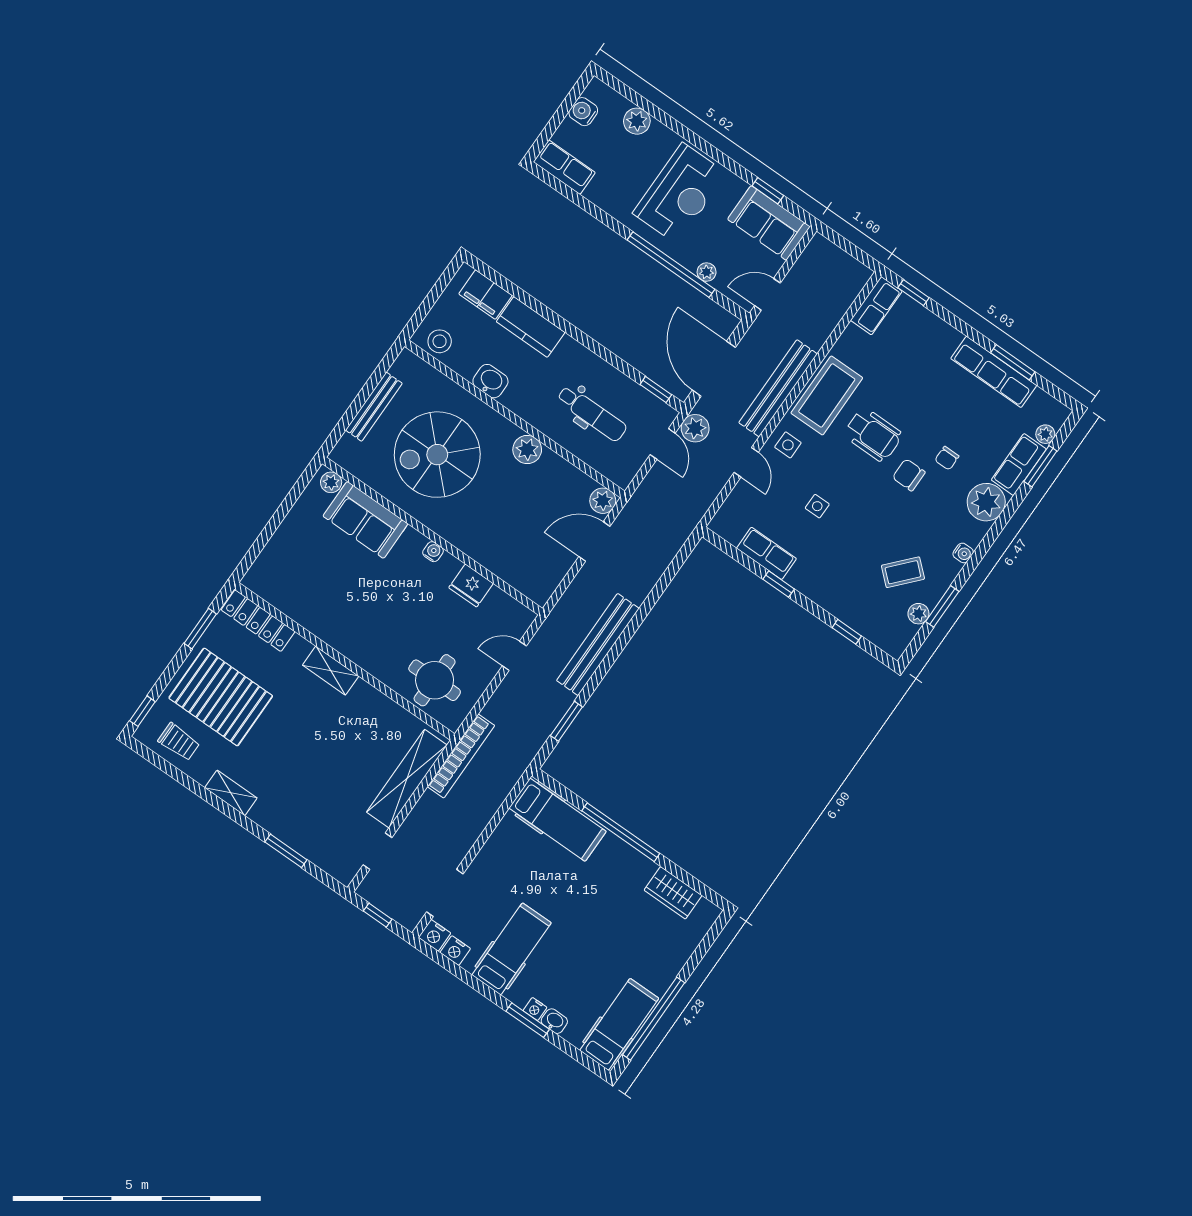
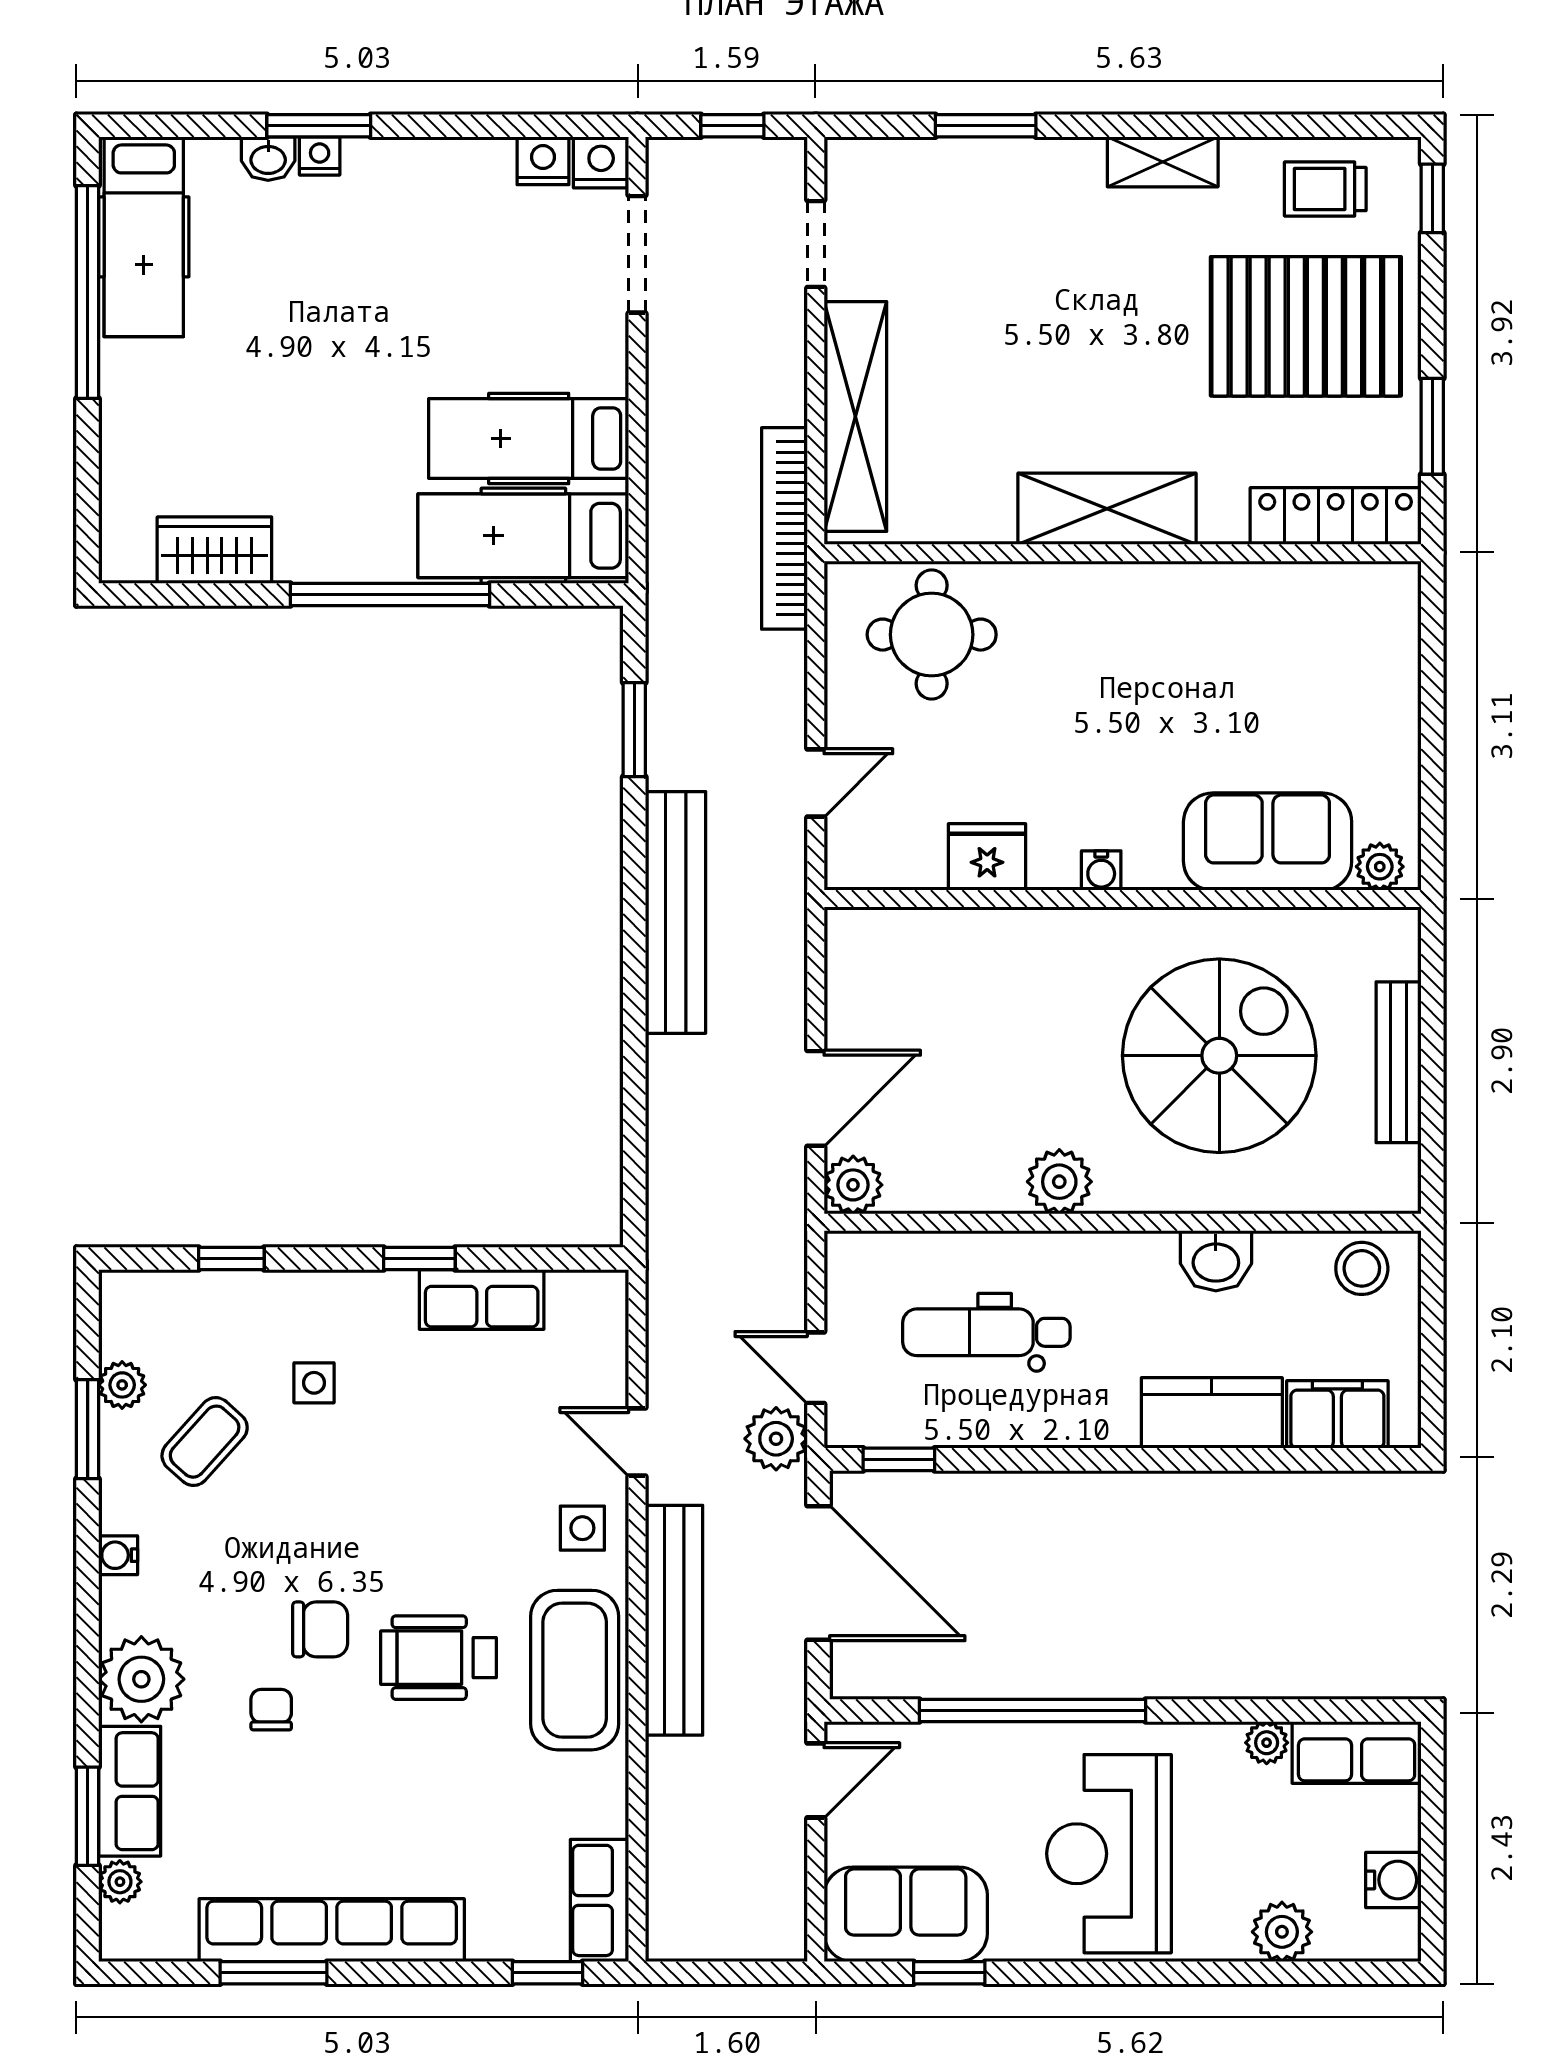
plant: (707, 272) -> (1267, 1743), moved
row of seats: (994, 372) -> (332, 1930), width x1.36
side table: (817, 506) -> (314, 1383), moved
shelving: (331, 671) -> (1107, 509), width x1.50, depth x1.33
hospital bed: (512, 949) -> (529, 439), moved, turned 90

